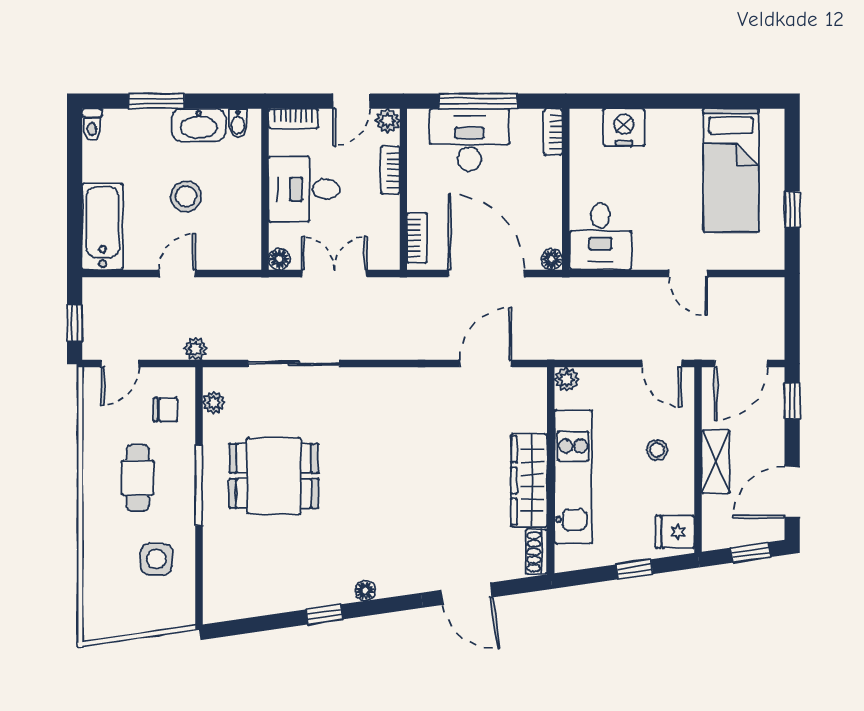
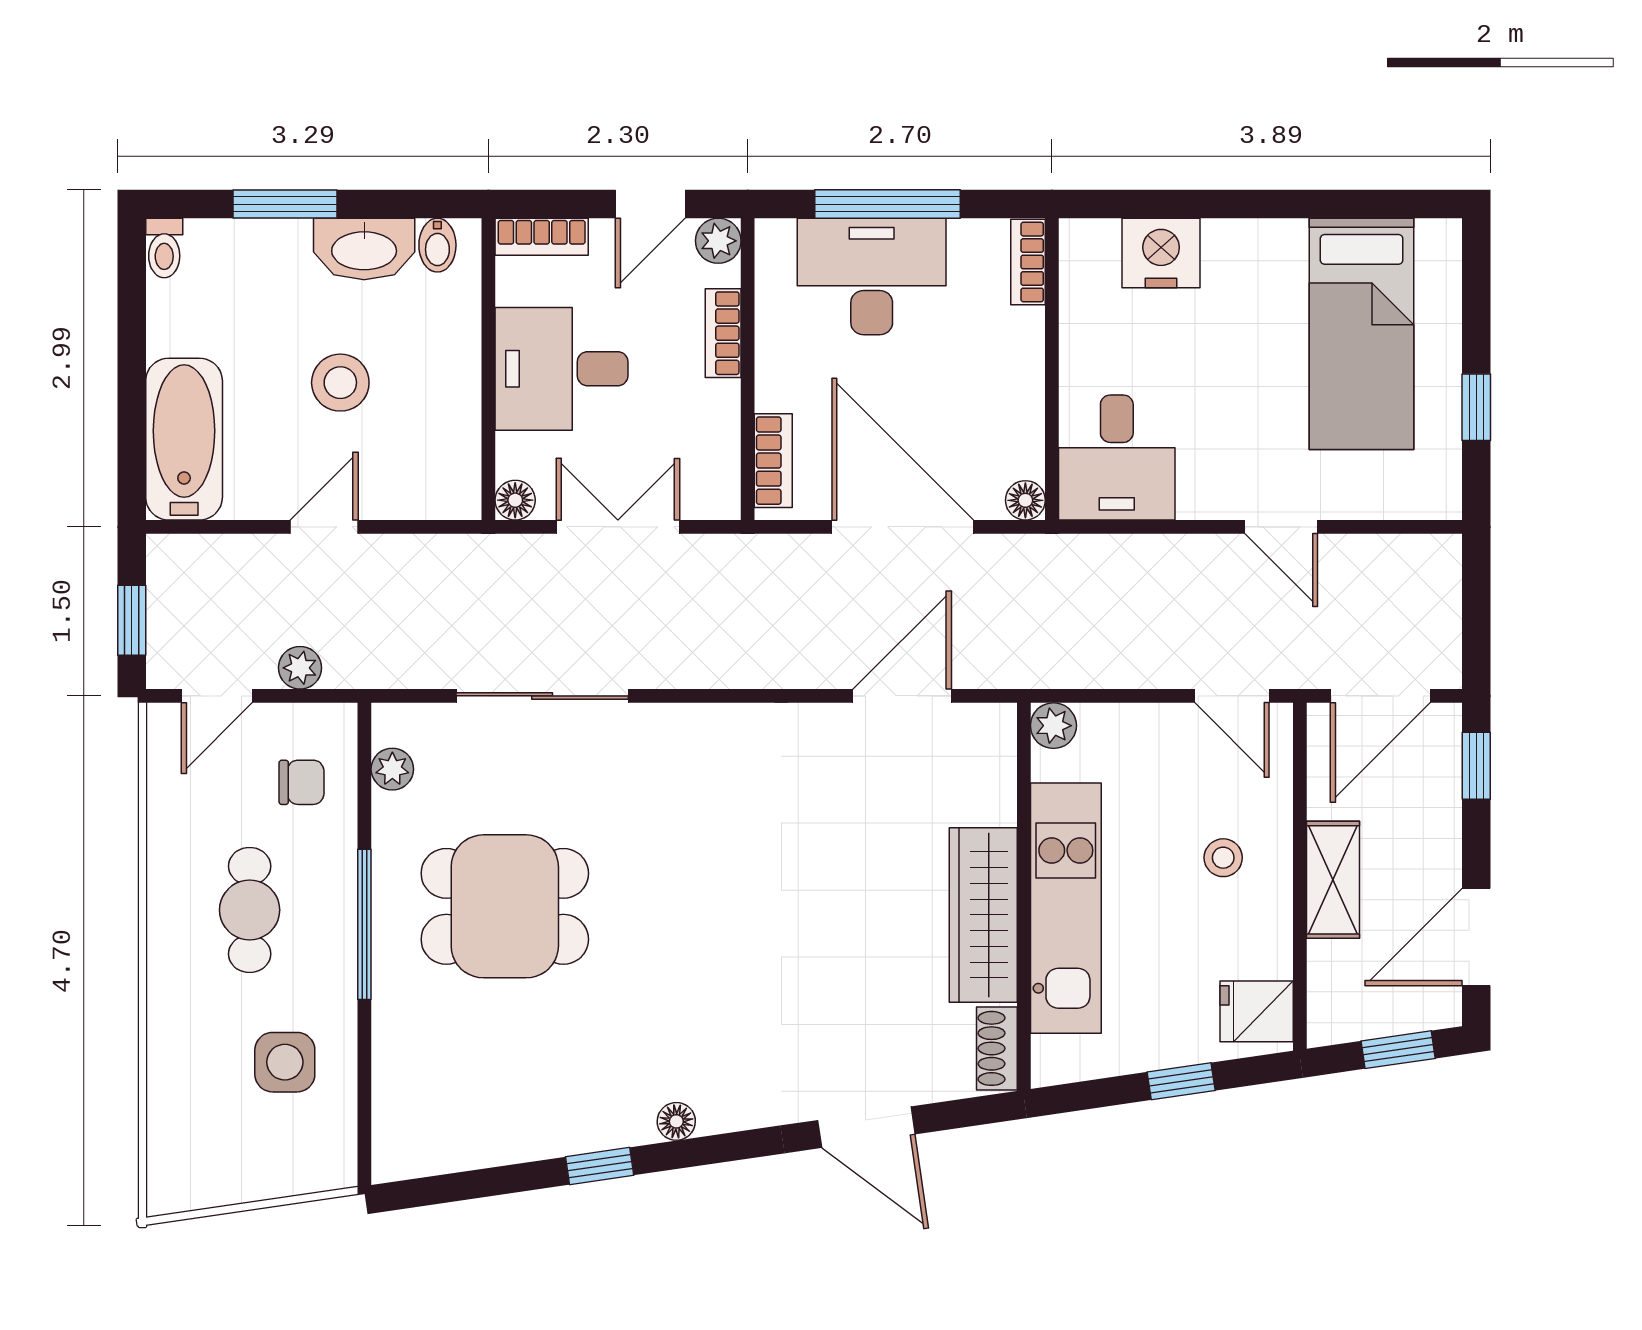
plant: (196, 349) -> (300, 668), moved

